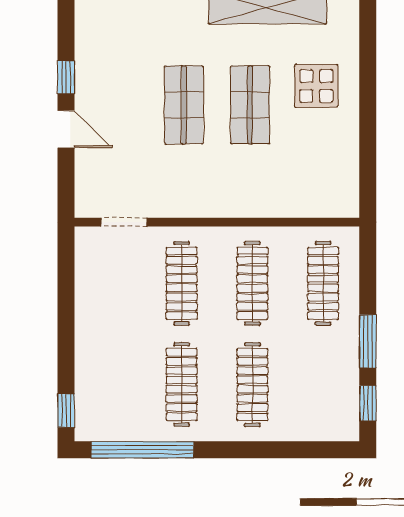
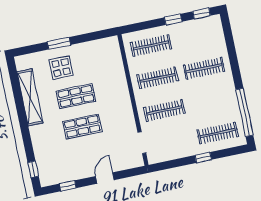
window: (66, 77) -> (68, 186), moved
window: (368, 92) -> (59, 43), added
window: (368, 341) -> (173, 19), width x0.67
clothes rail: (182, 384) -> (218, 133), moved
window: (66, 411) -> (203, 157), moved

